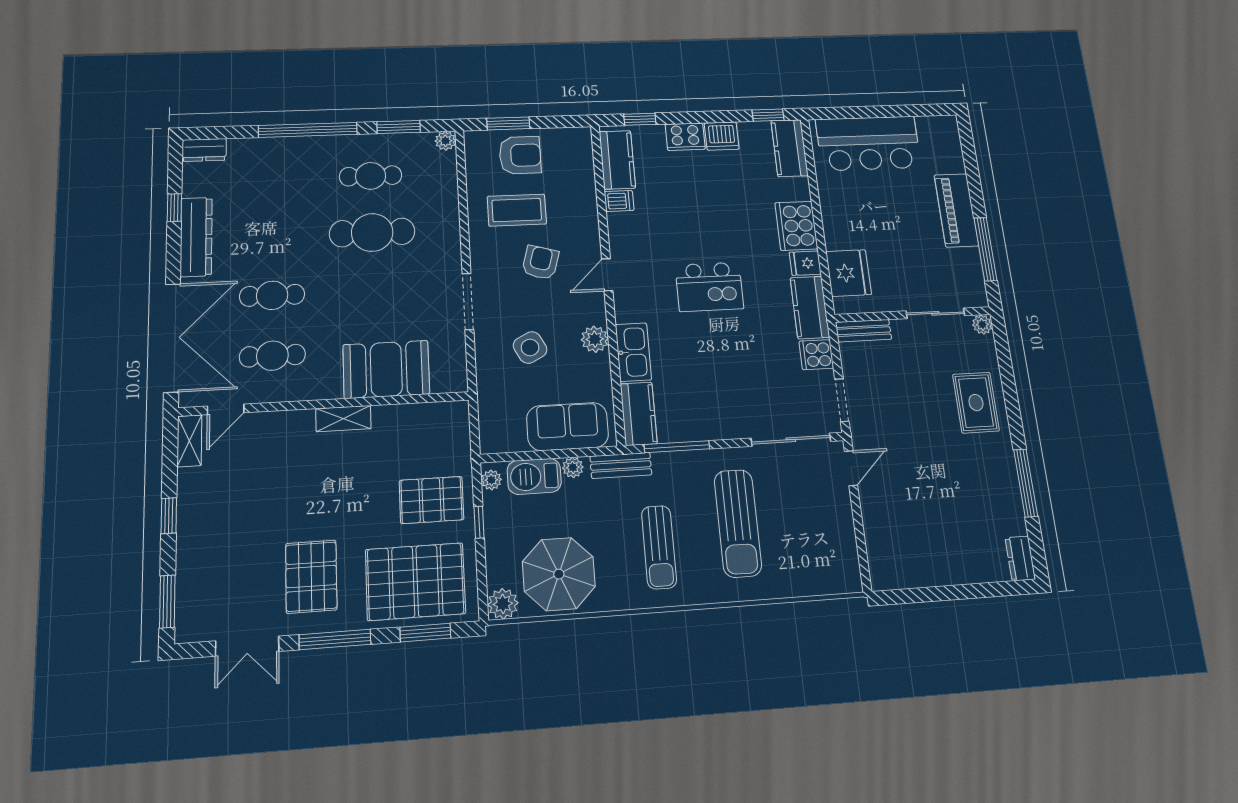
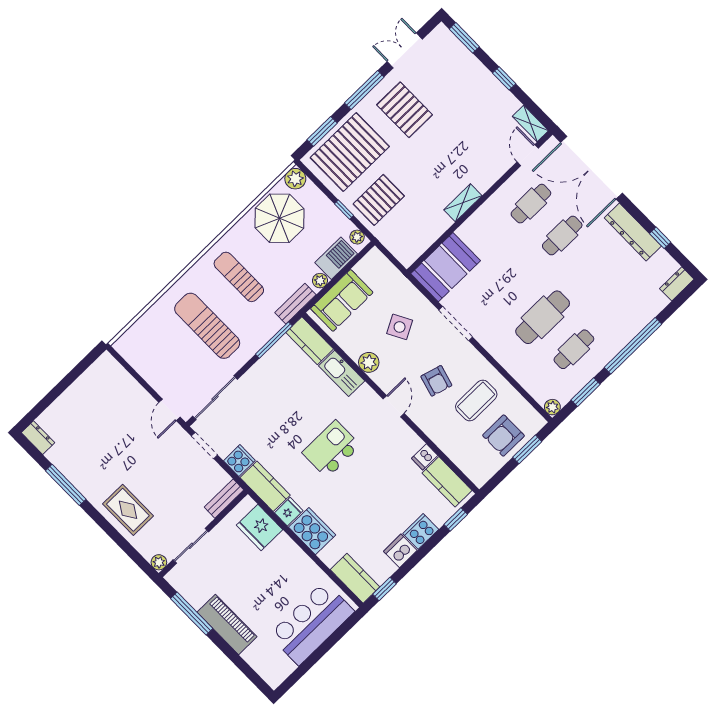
booth: (386, 369) -> (446, 267), moved

